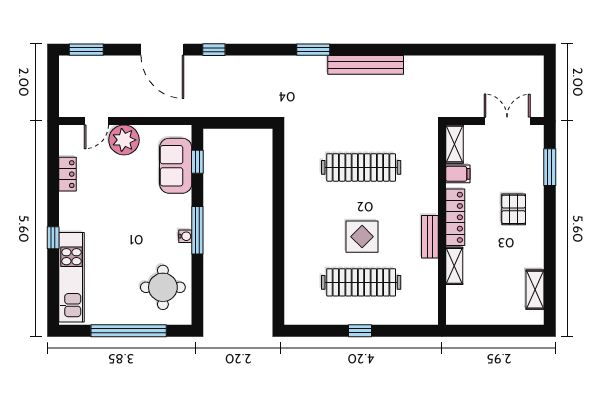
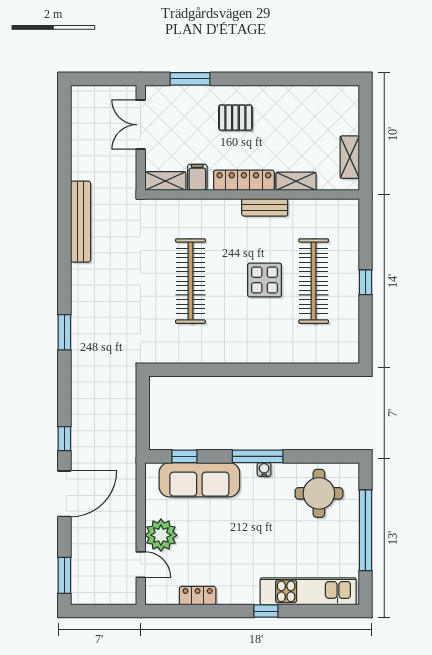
bench: (366, 65) -> (81, 222), moved
sofa: (176, 166) -> (199, 480), width x1.36
shelving: (535, 290) -> (350, 157), moved, turned 90

